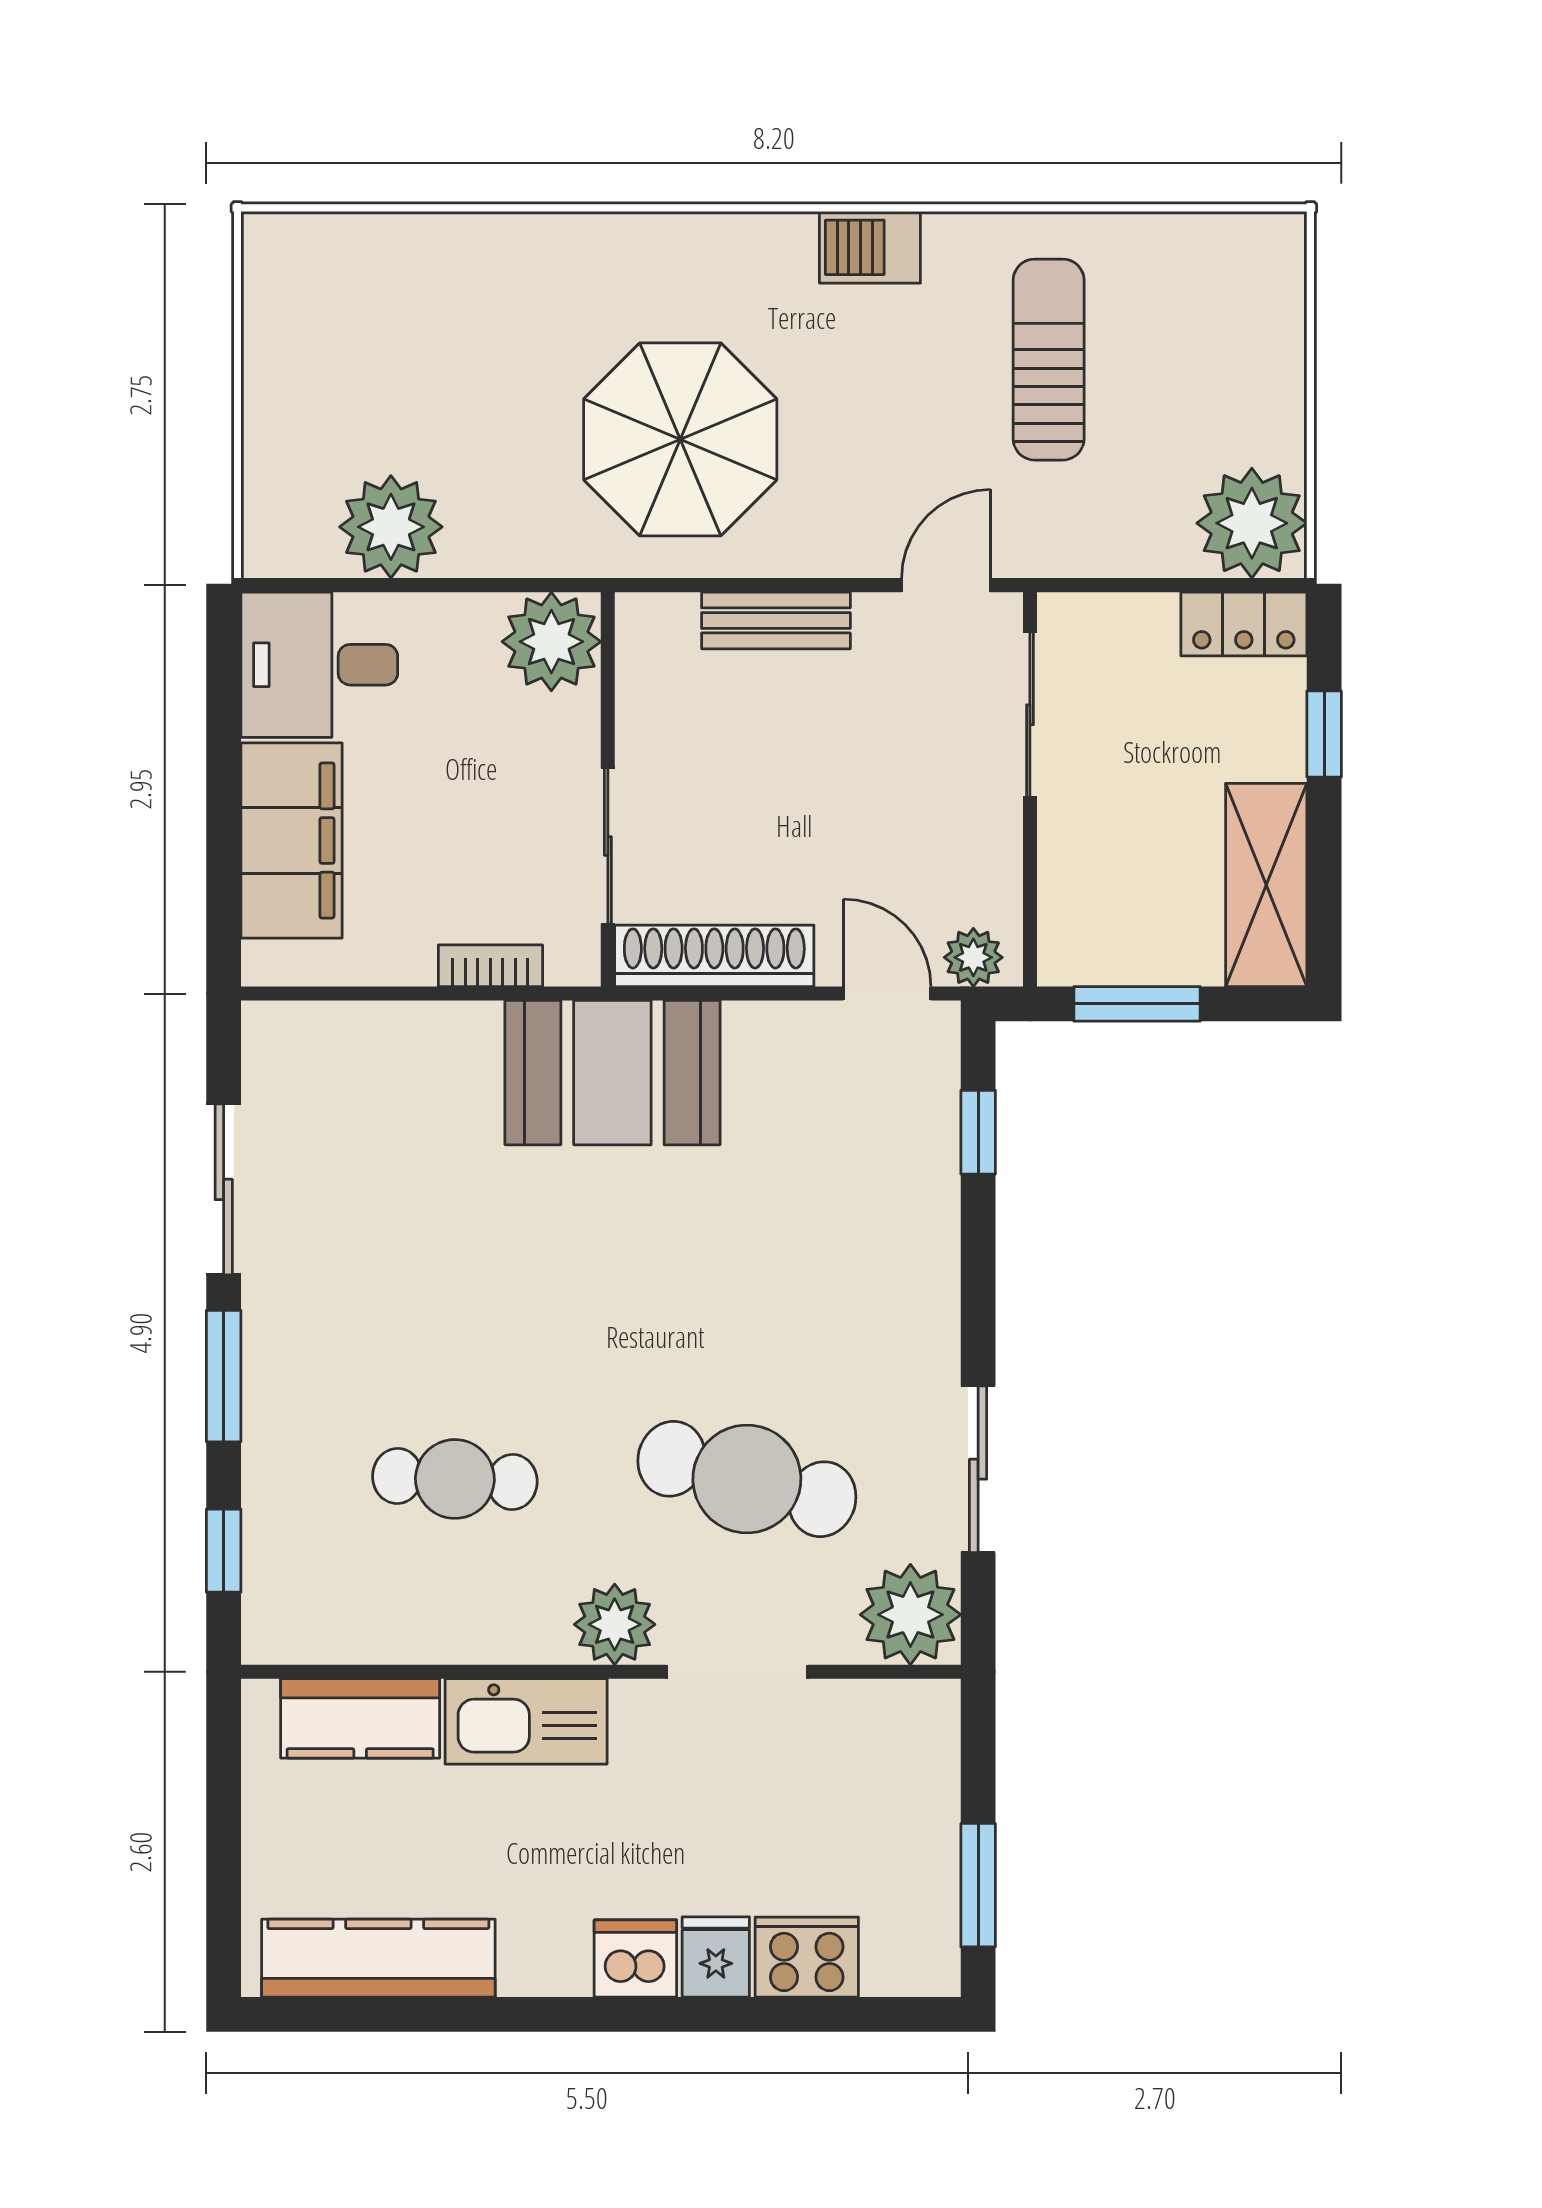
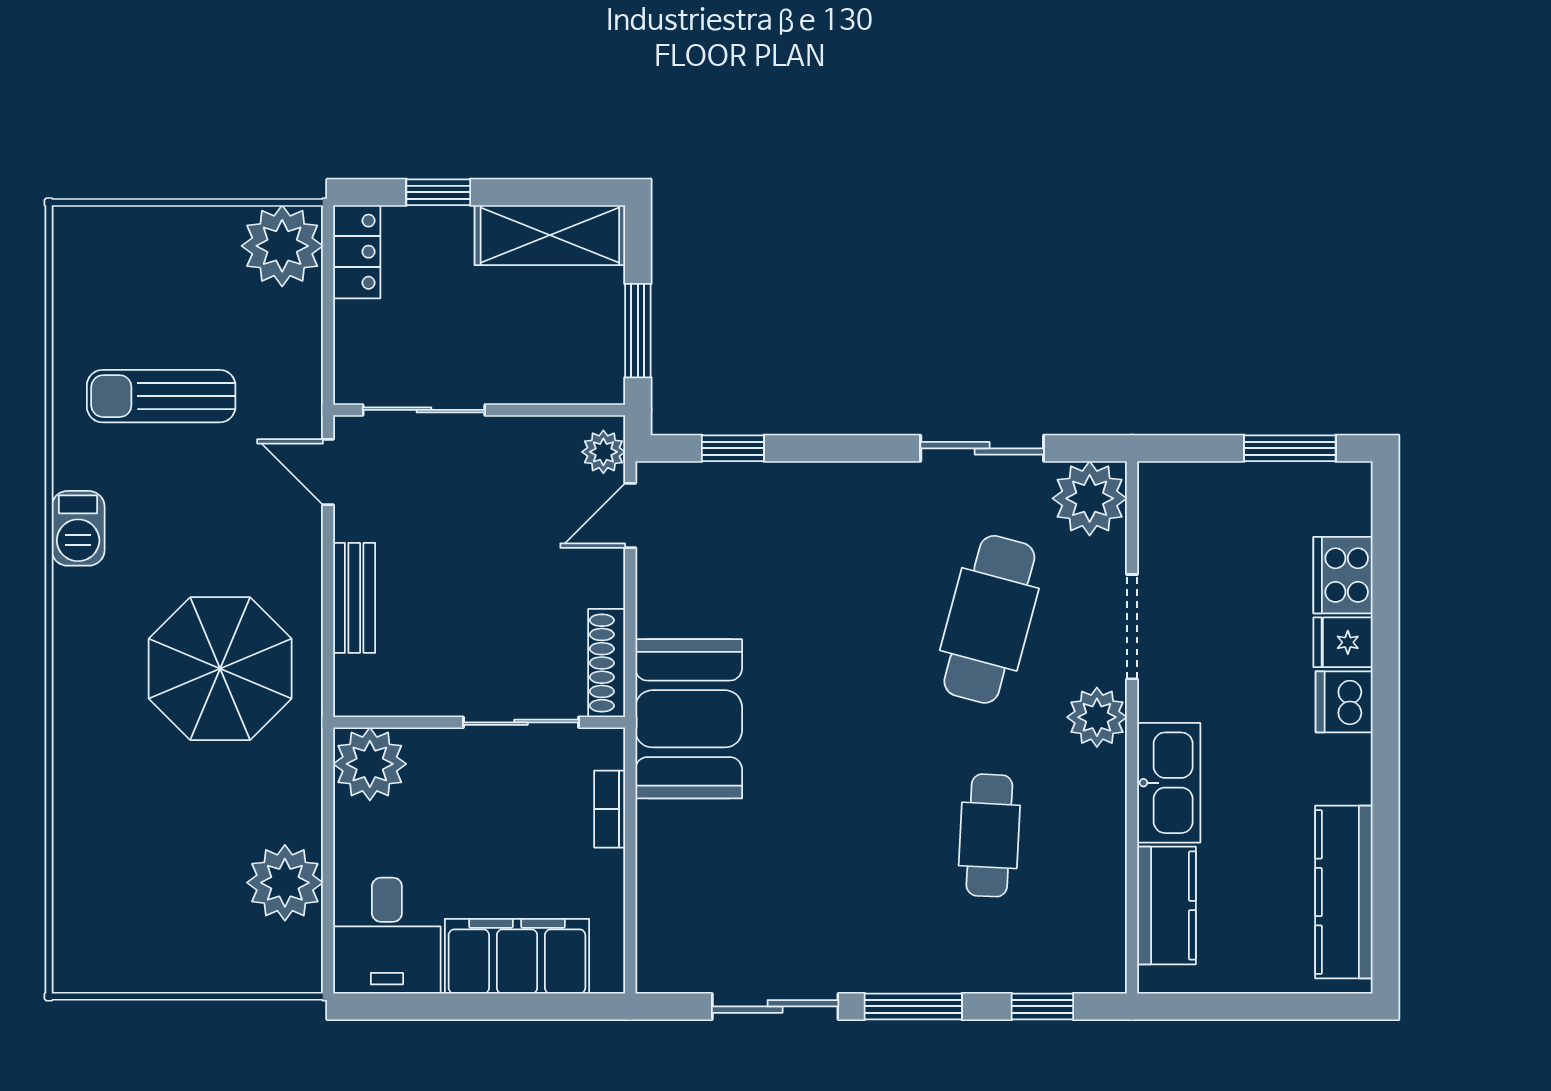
shoe rack: (714, 956) -> (607, 663), width x0.74, depth x0.81

